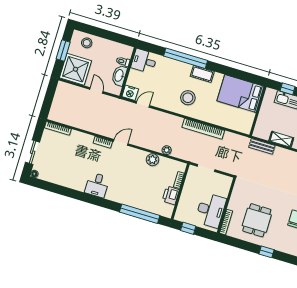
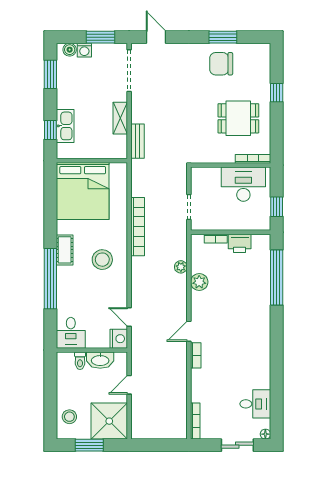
bed: (240, 94) -> (83, 191), width x1.36
door: (121, 142) -> (189, 331), hinge flipped
desk: (97, 185) -> (255, 404), moved

